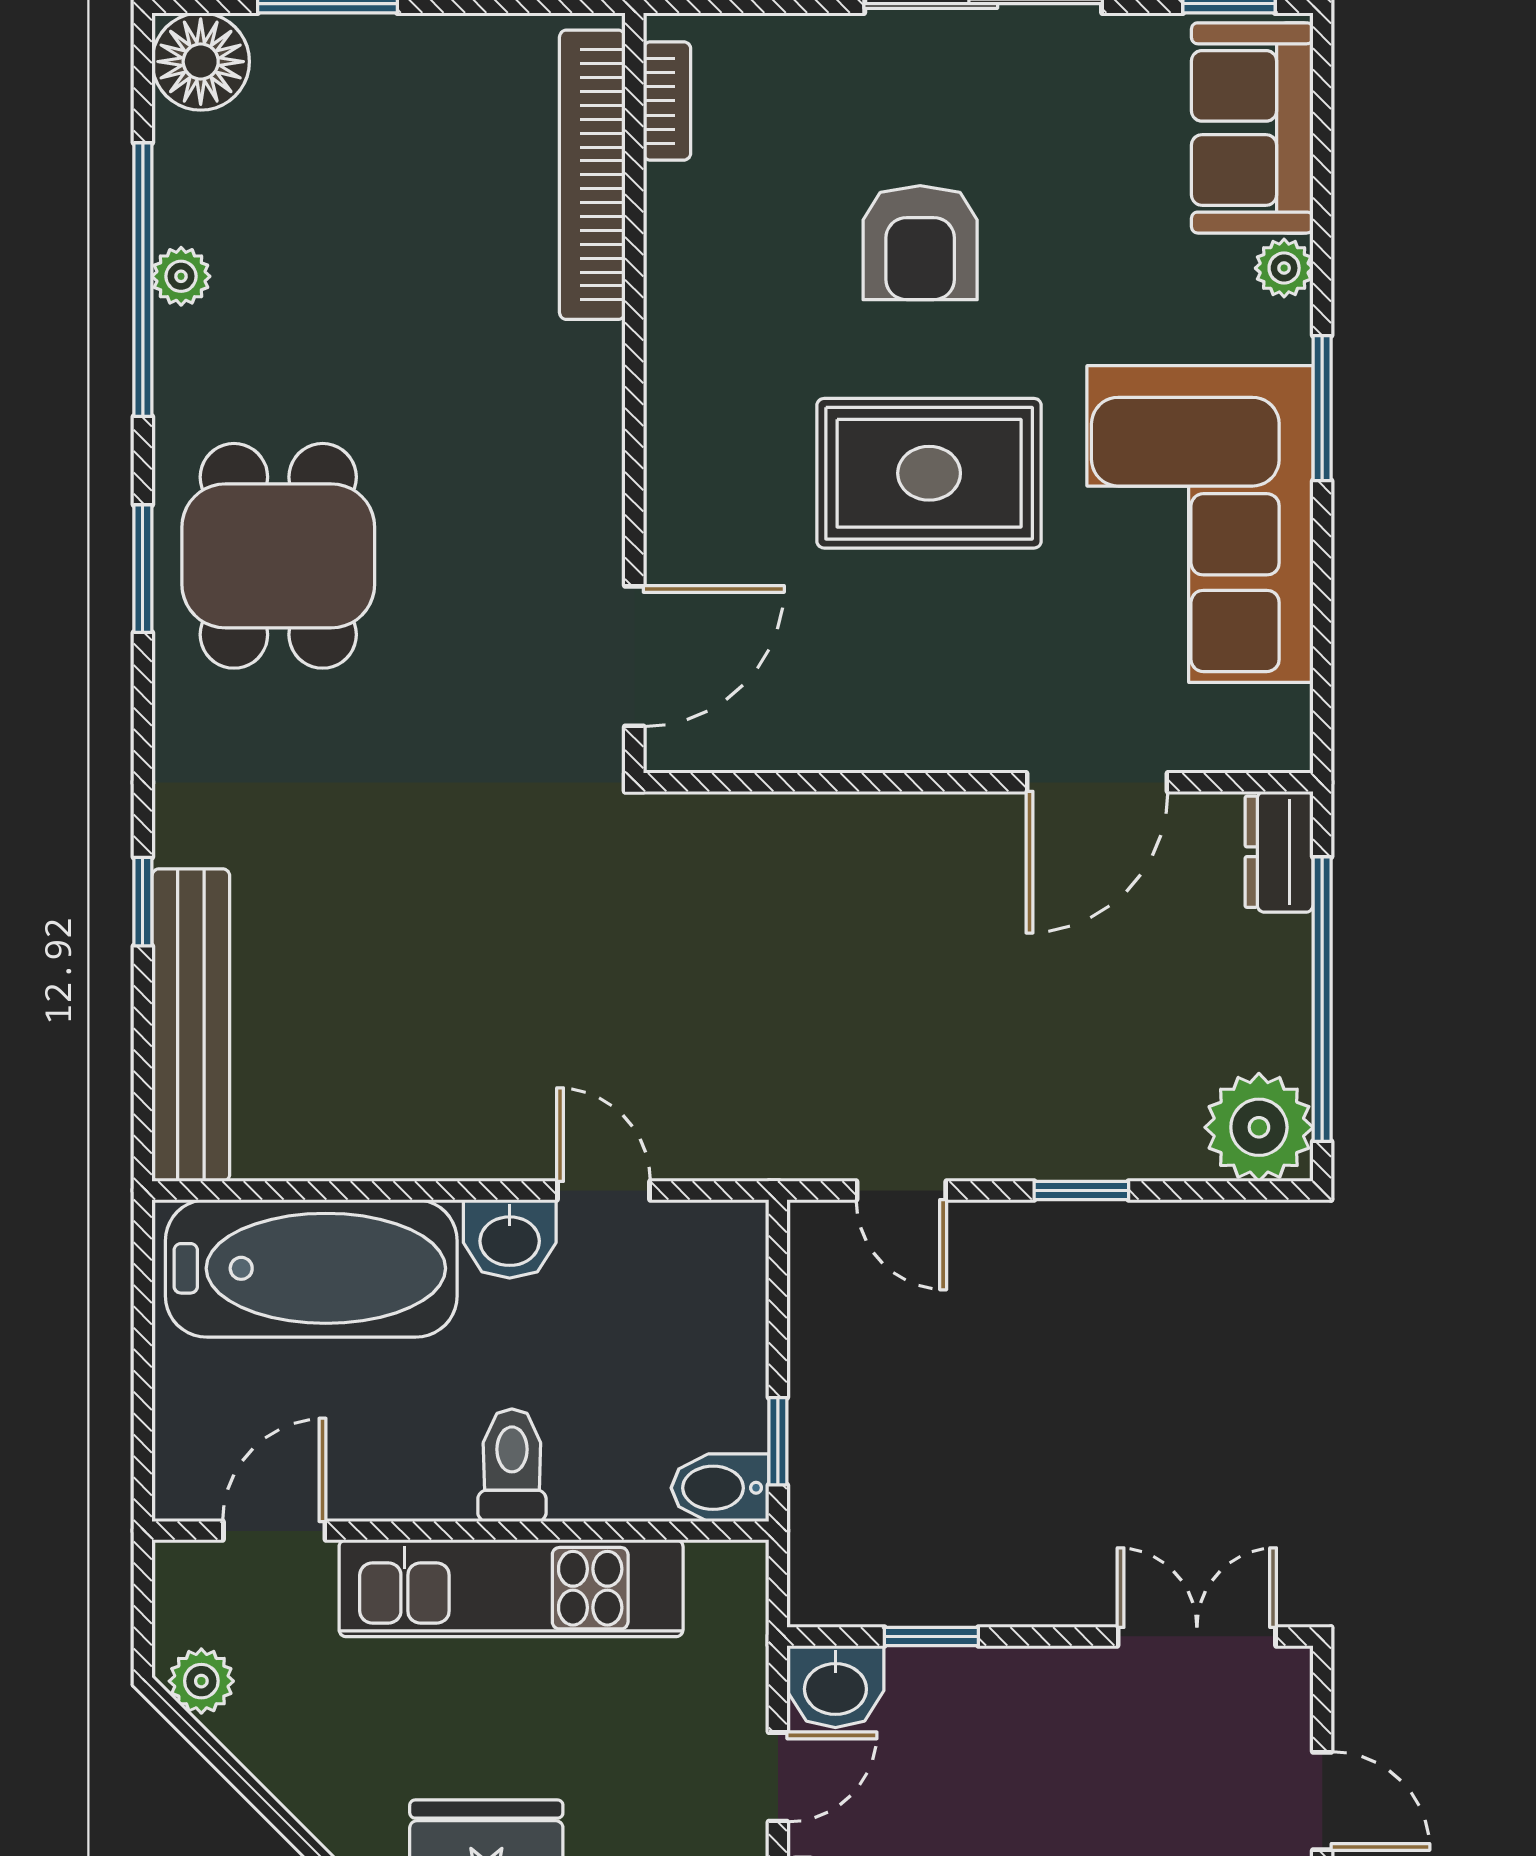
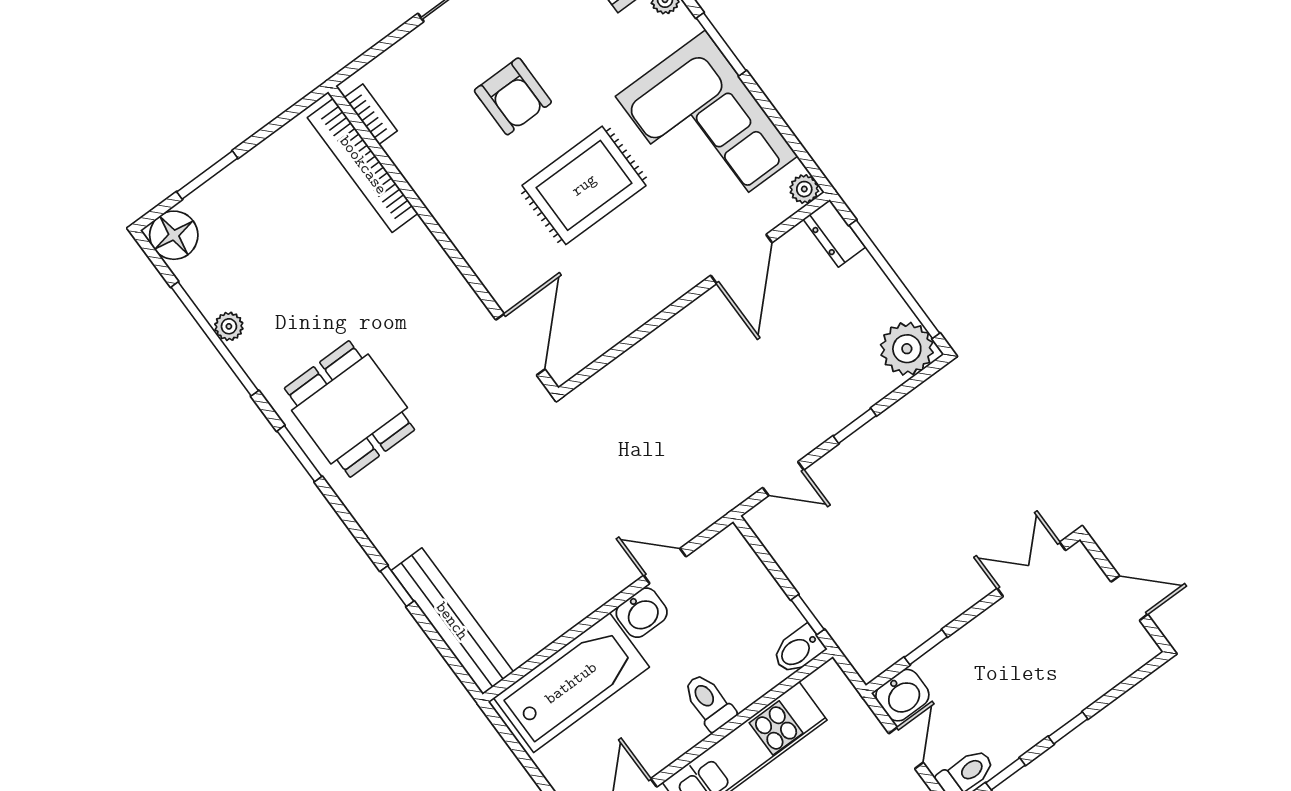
plant: (1284, 744) -> (804, 189), added

